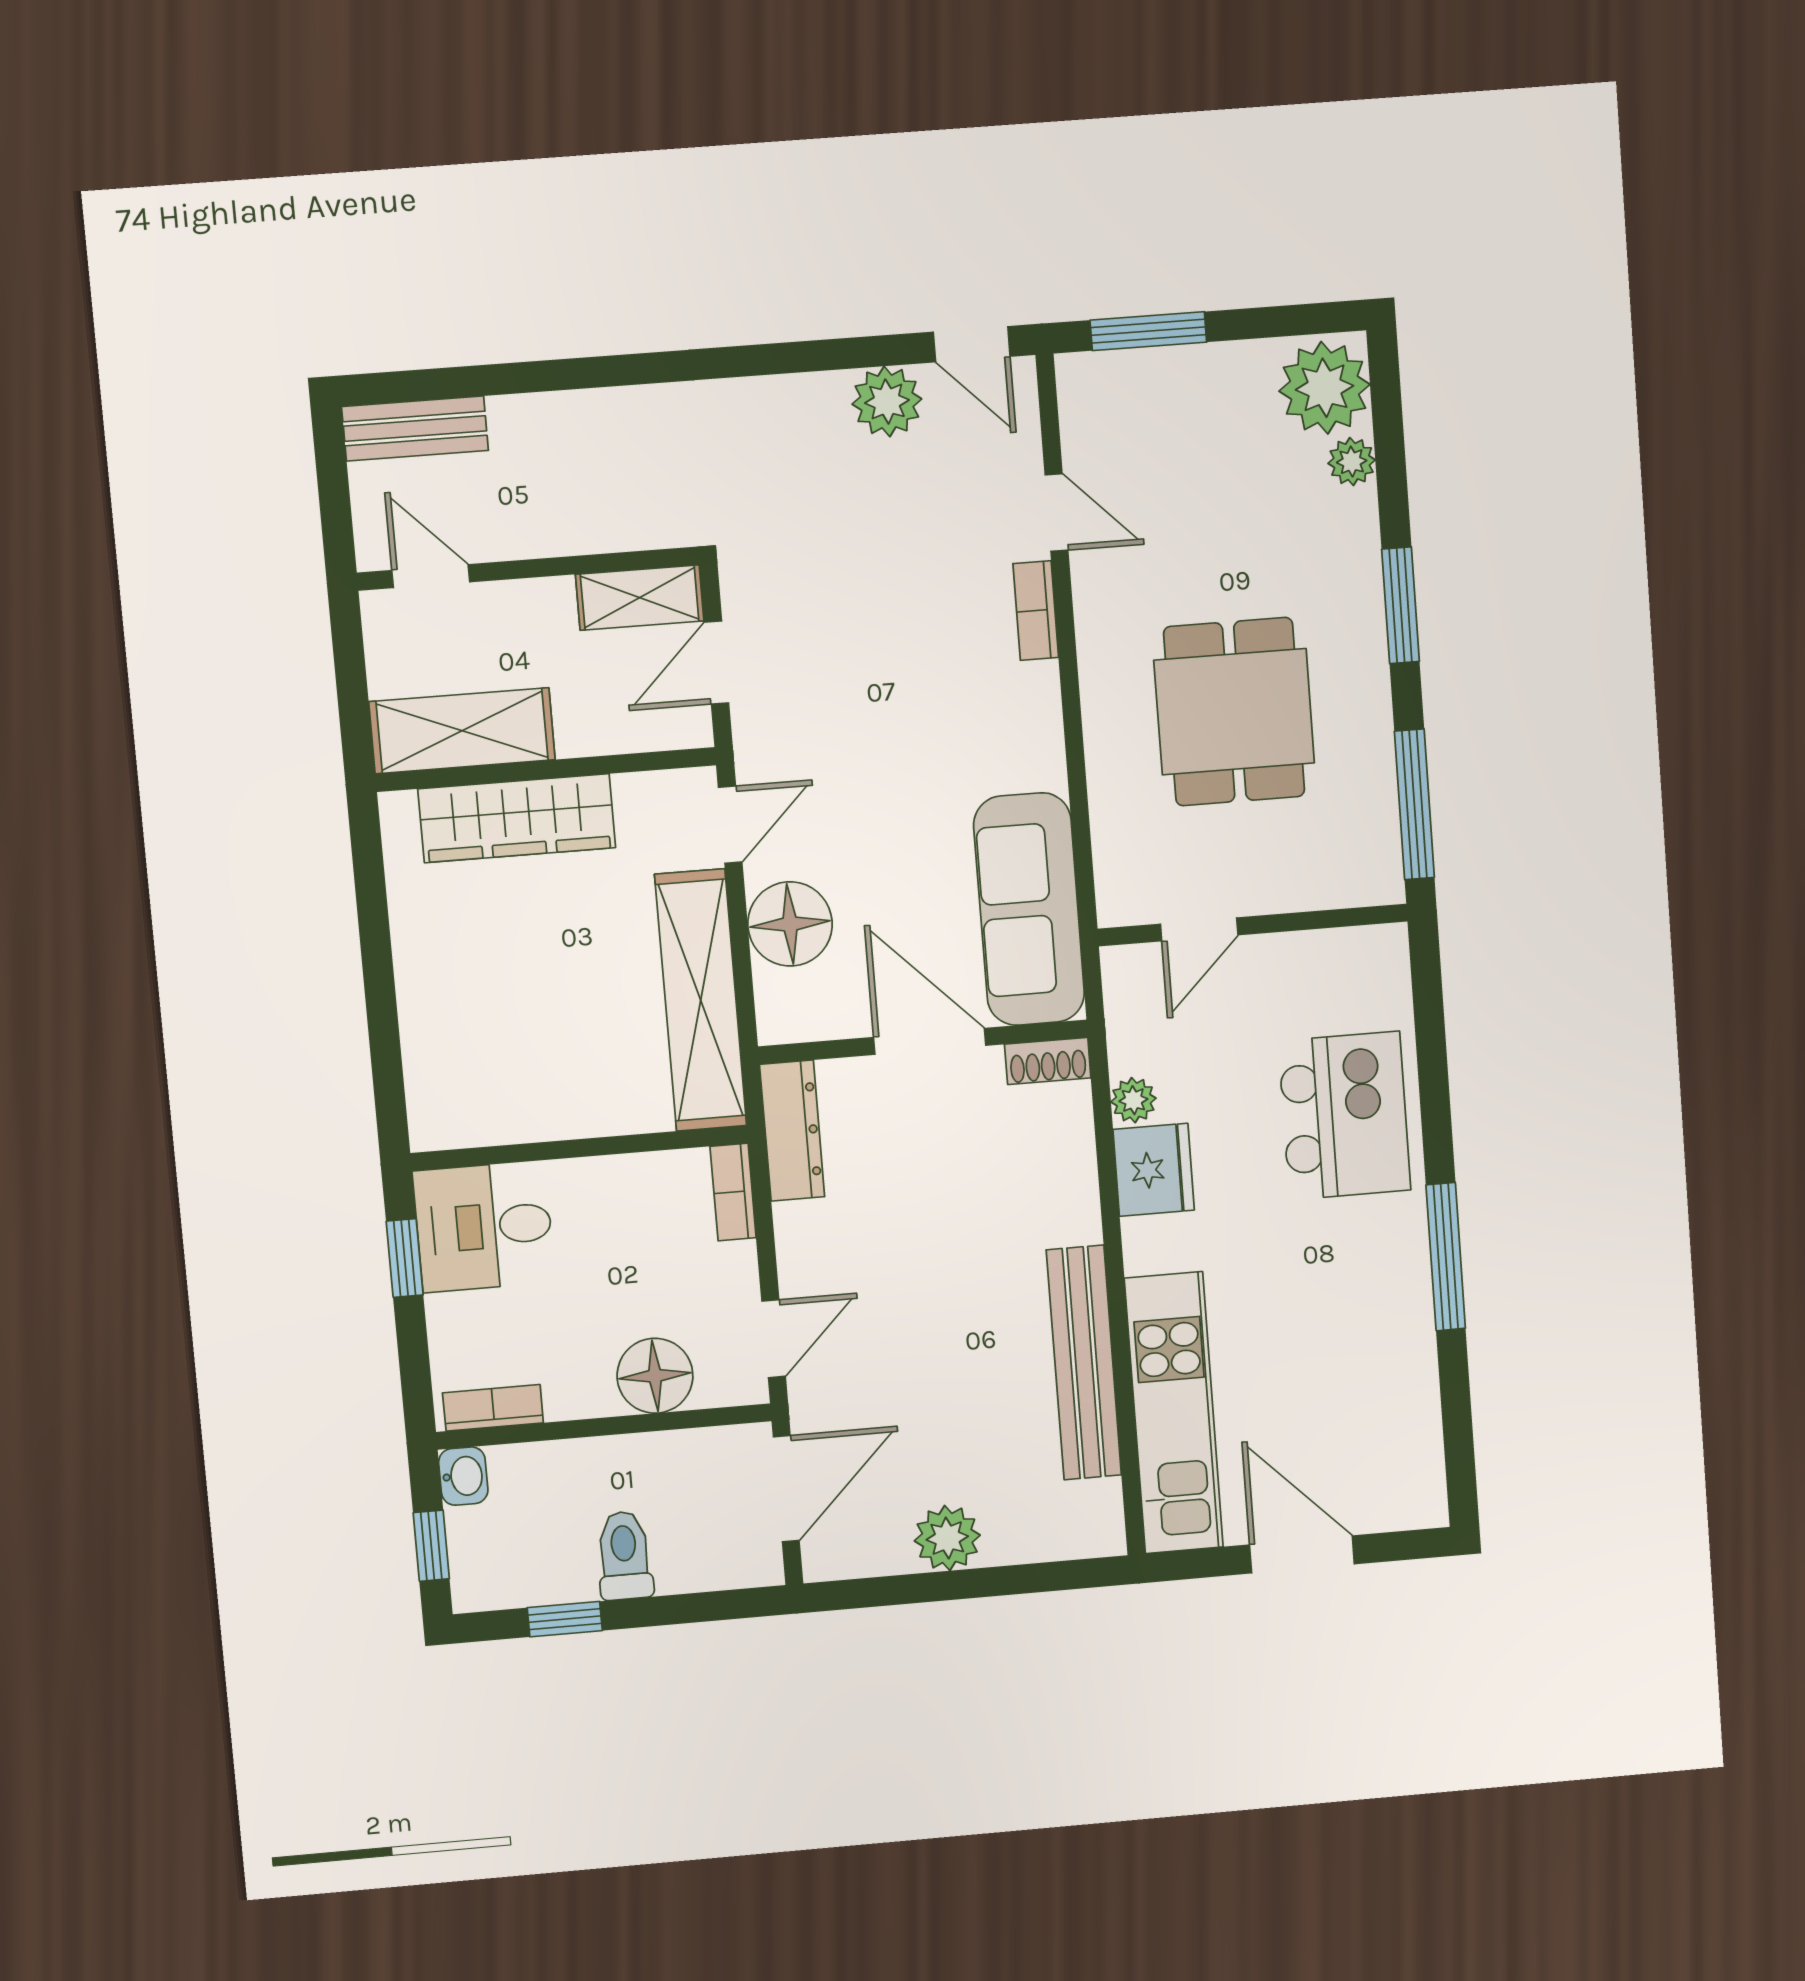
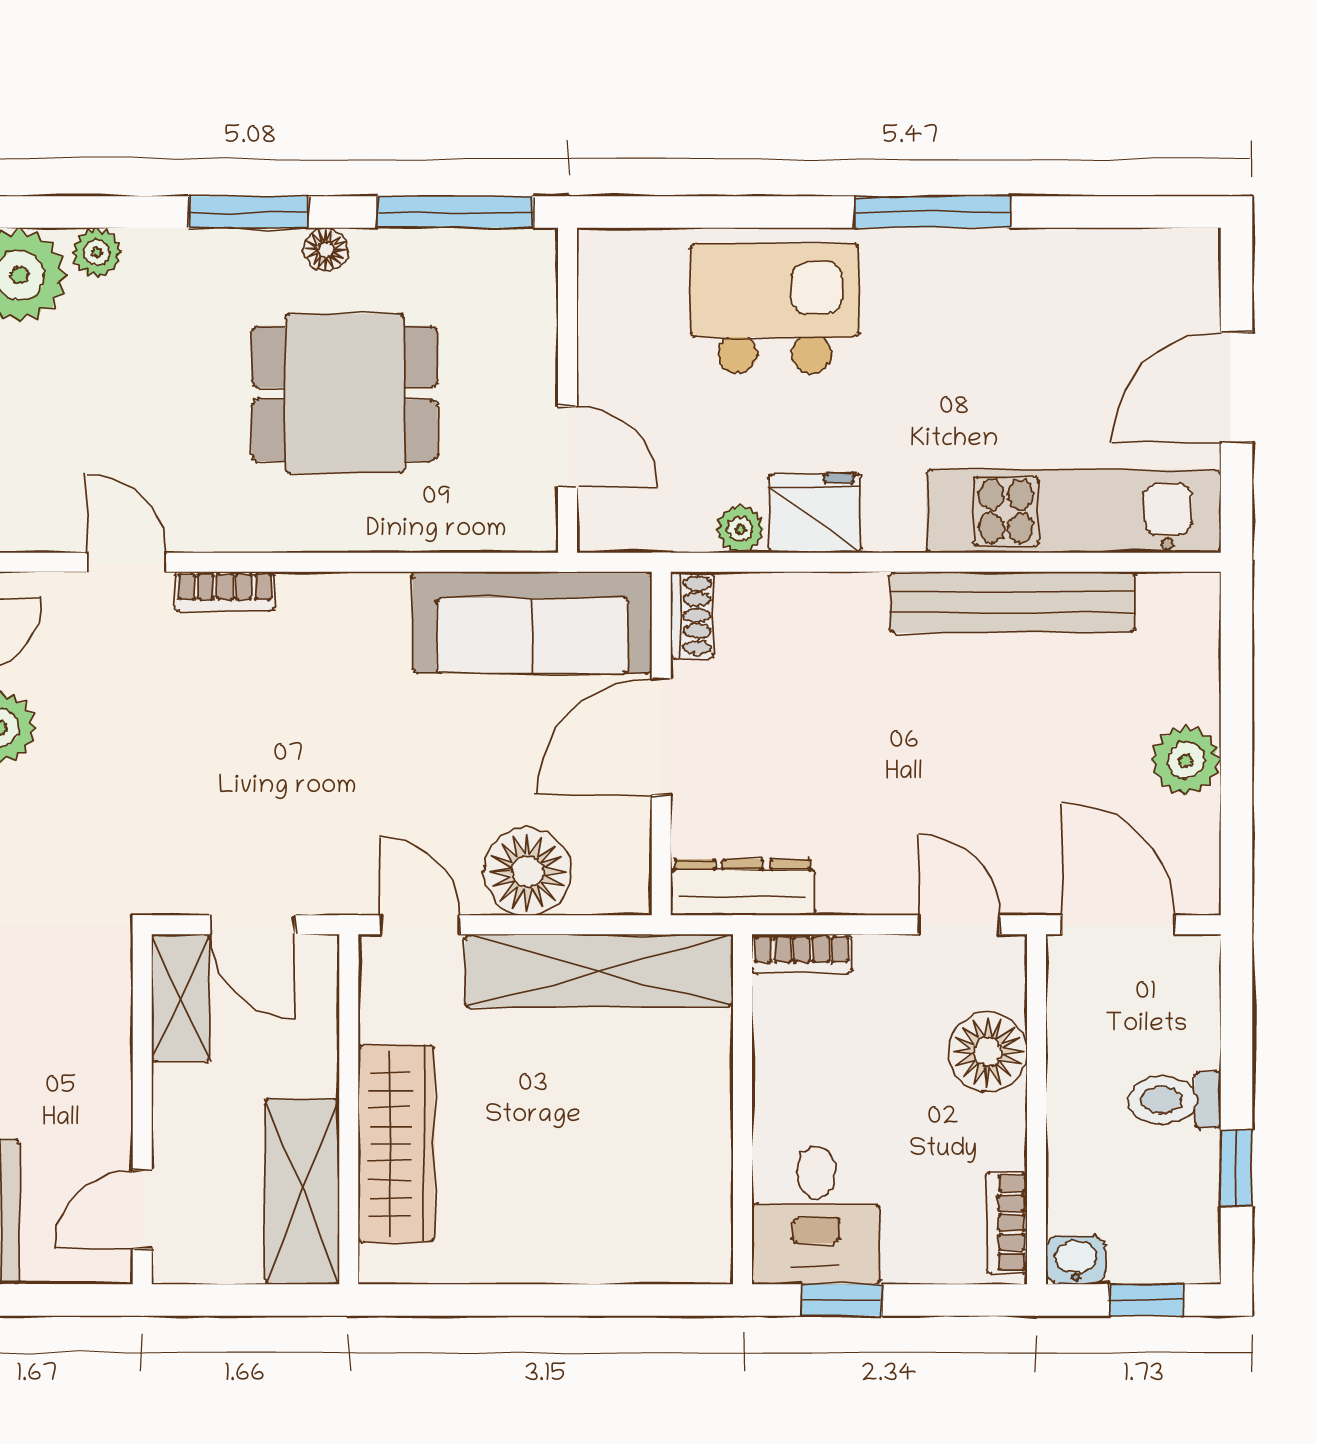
door: (1057, 513) -> (126, 562), hinge flipped
floor lamp: (1370, 683) -> (326, 250), added

